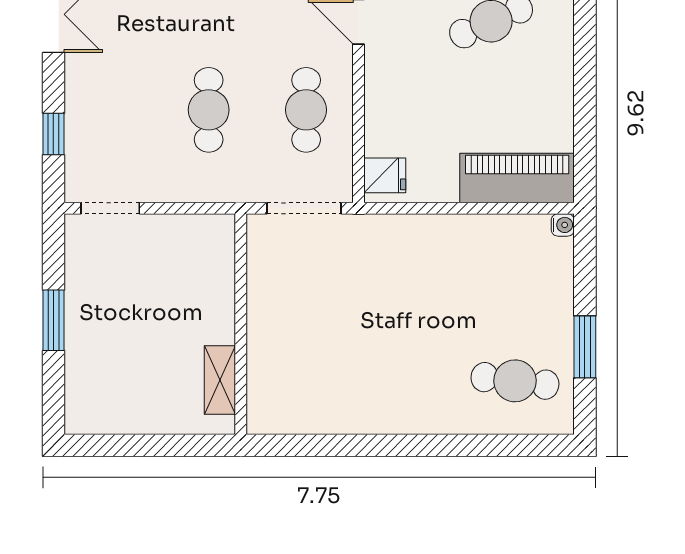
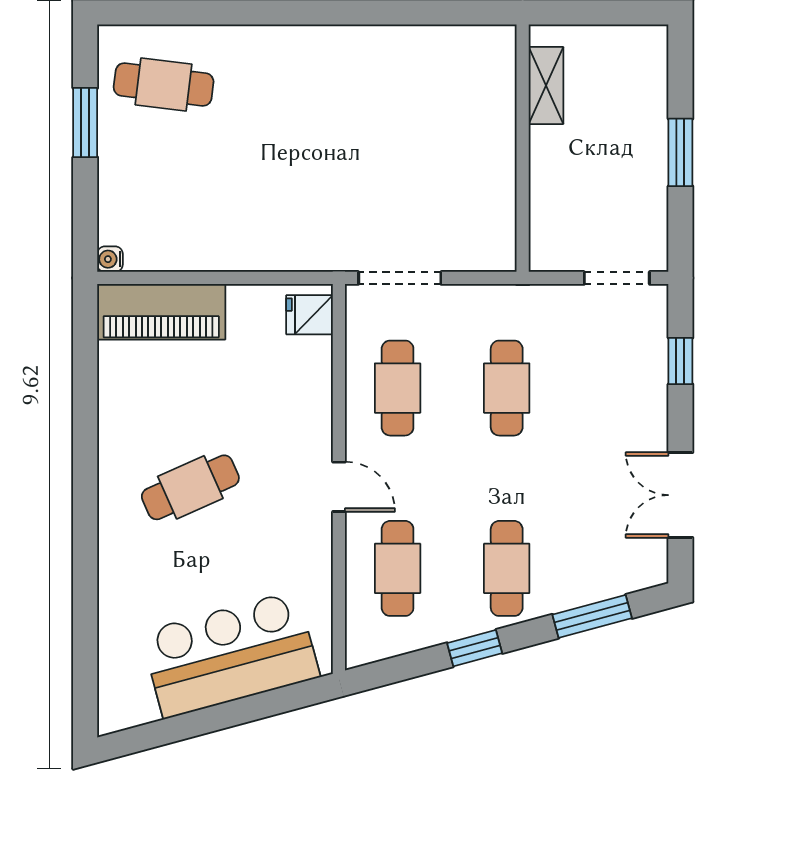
wall: (241, 324) -> (523, 148), moved
shelving: (220, 380) -> (546, 85), moved

